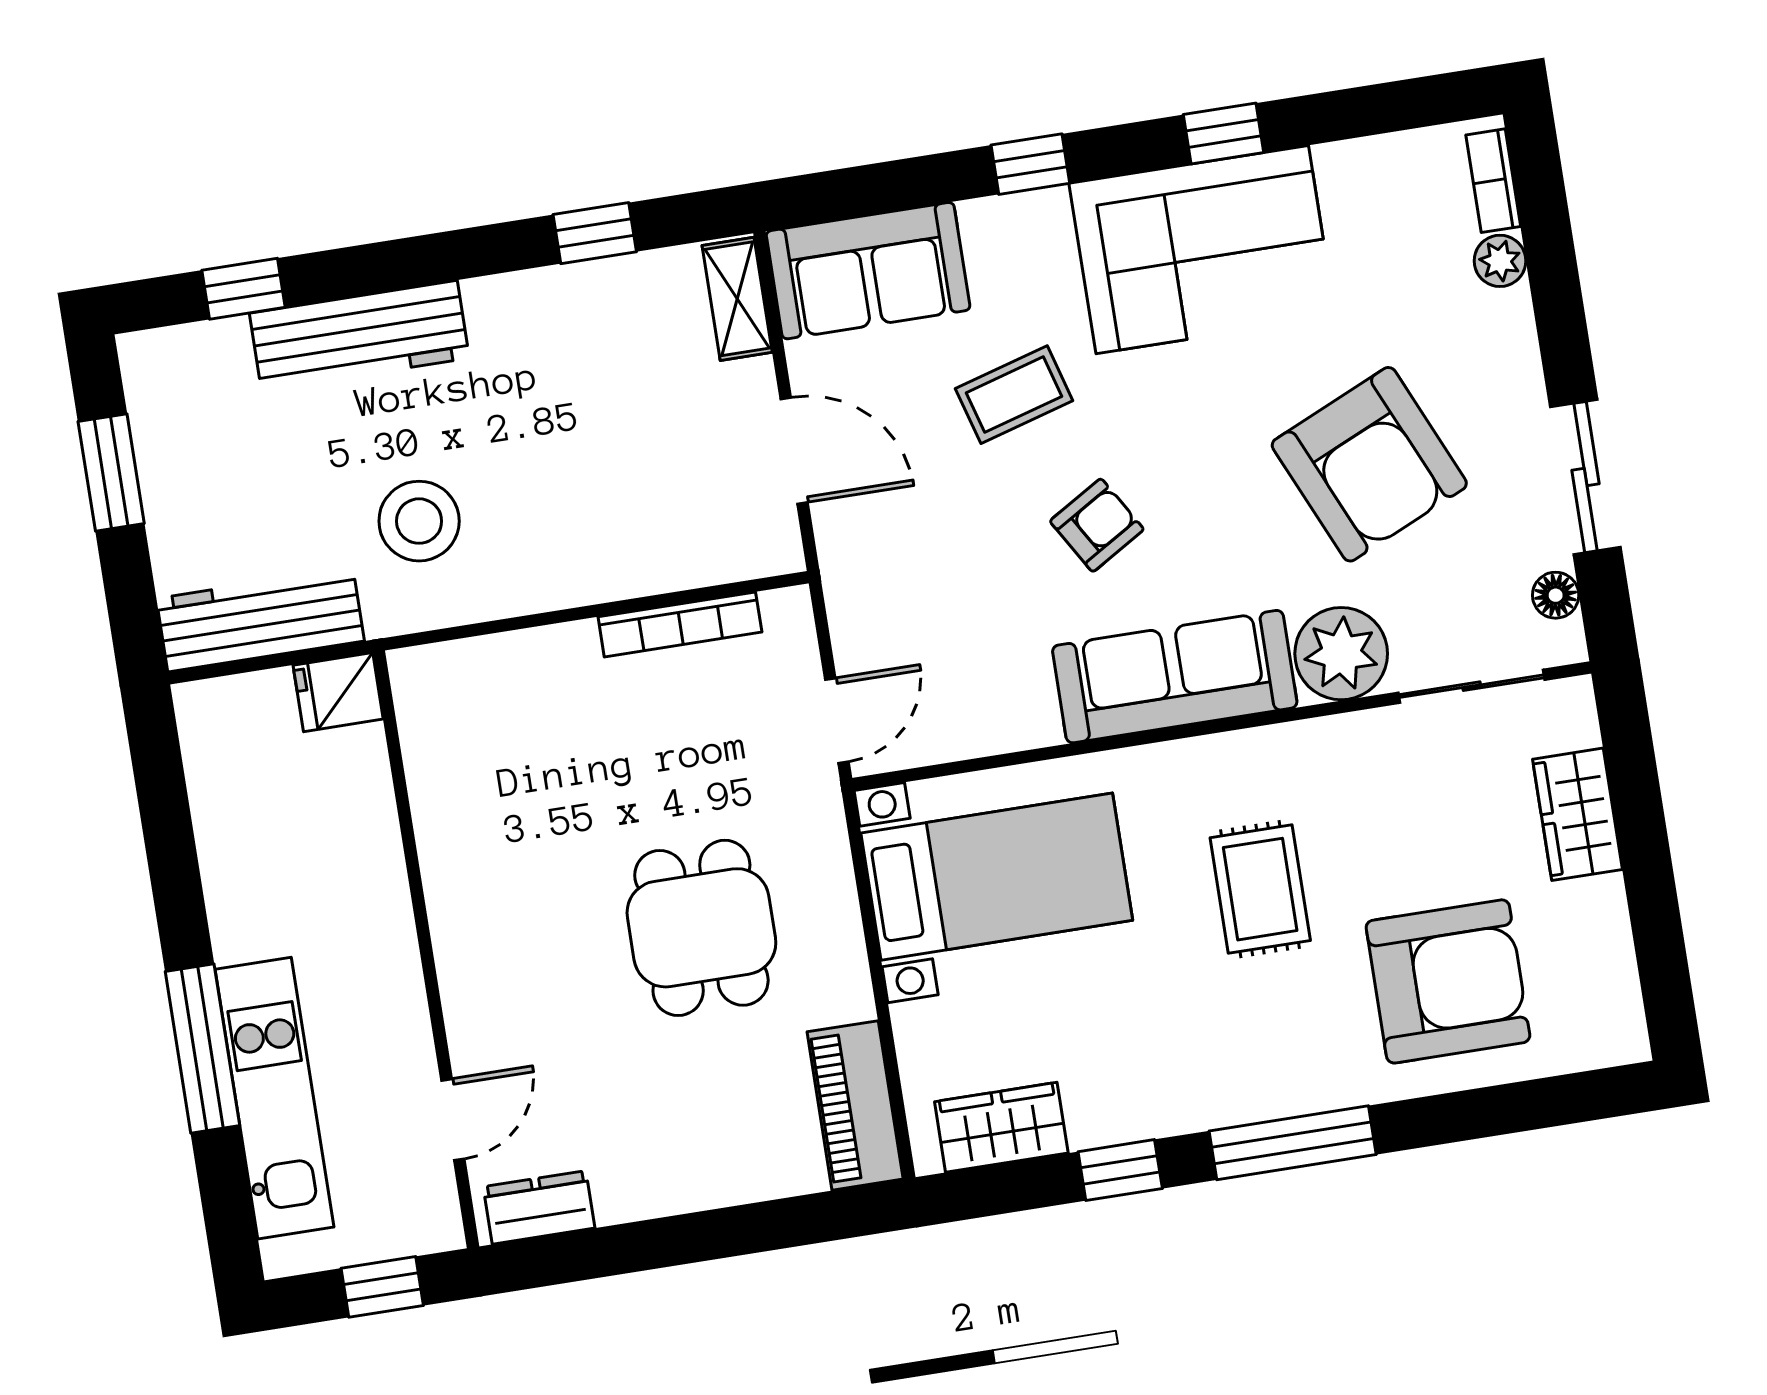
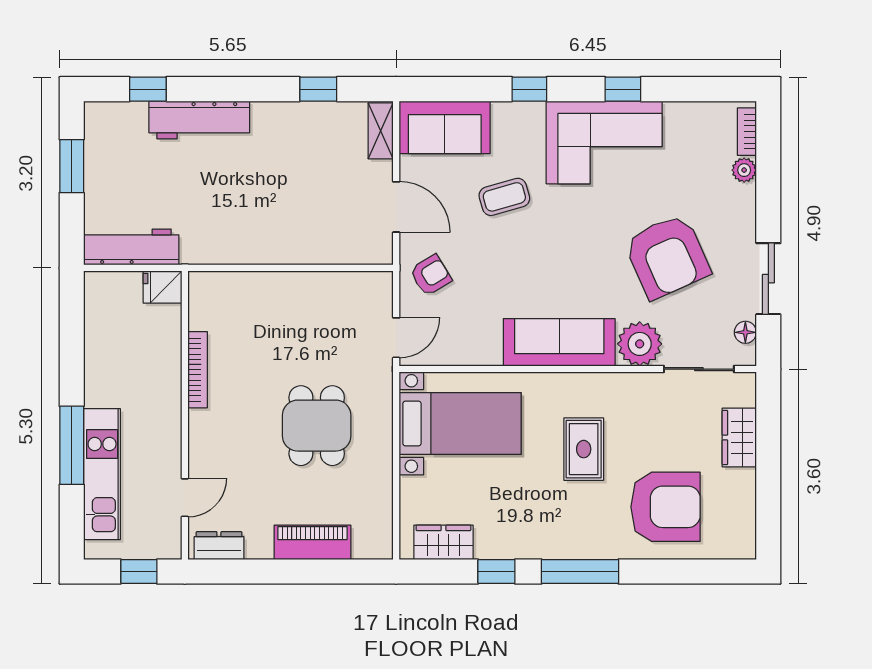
stool: (419, 521) -> (214, 212), removed
armchair: (1097, 525) -> (431, 275), moved
bookcase: (680, 624) -> (198, 370), moved, turned -90
piano: (855, 1105) -> (312, 542), moved, turned 90

